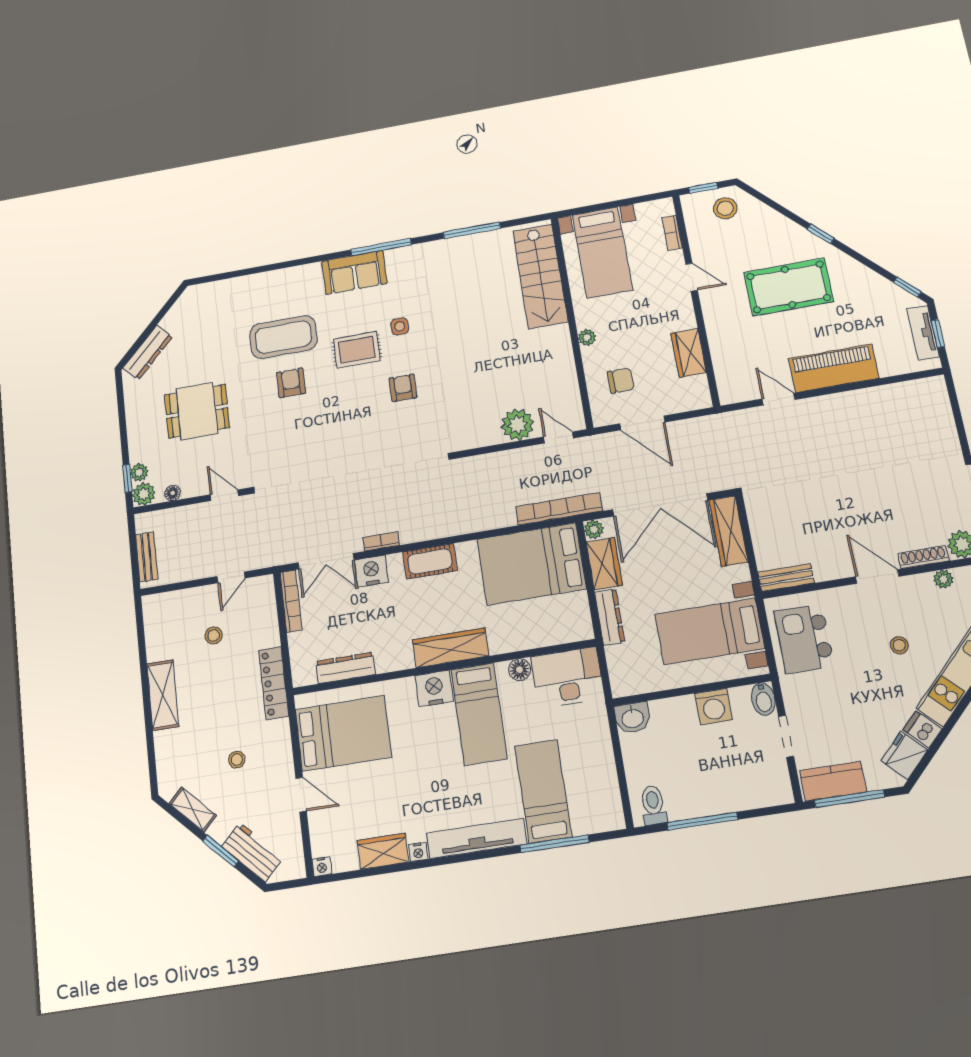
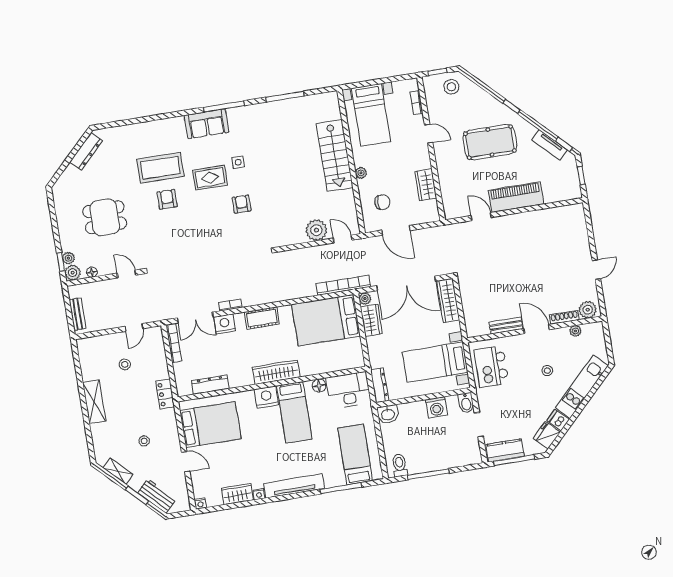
stairs: (540, 276) -> (335, 155), moved
tv unit: (923, 333) -> (550, 145), moved, turned -45
dresser: (148, 352) -> (86, 151), moved
bench: (786, 577) -> (506, 326), moved
dresser: (610, 617) -> (380, 385), moved
locker: (274, 683) -> (165, 394), width x0.66
bed: (543, 791) -> (355, 454), moved

